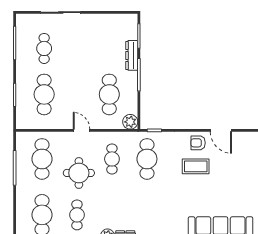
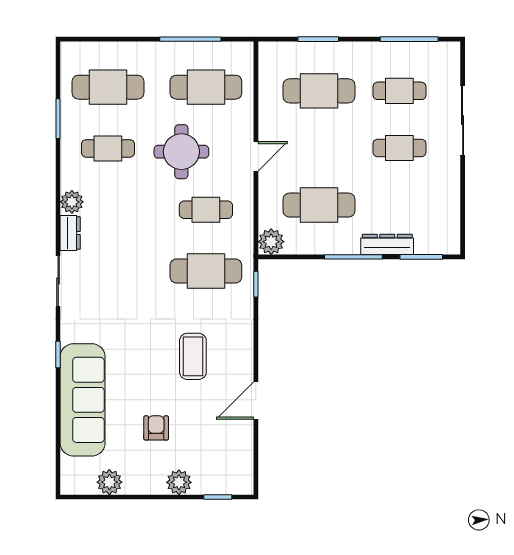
cafe table: (77, 48) -> (399, 148), added
armchair: (198, 143) -> (156, 428), moved

